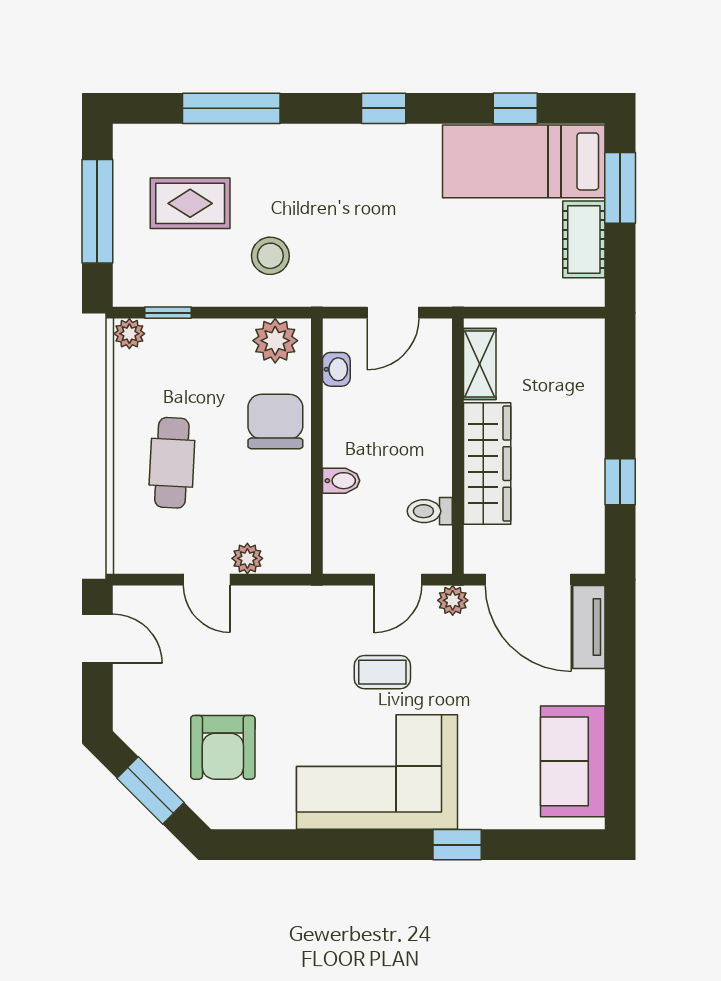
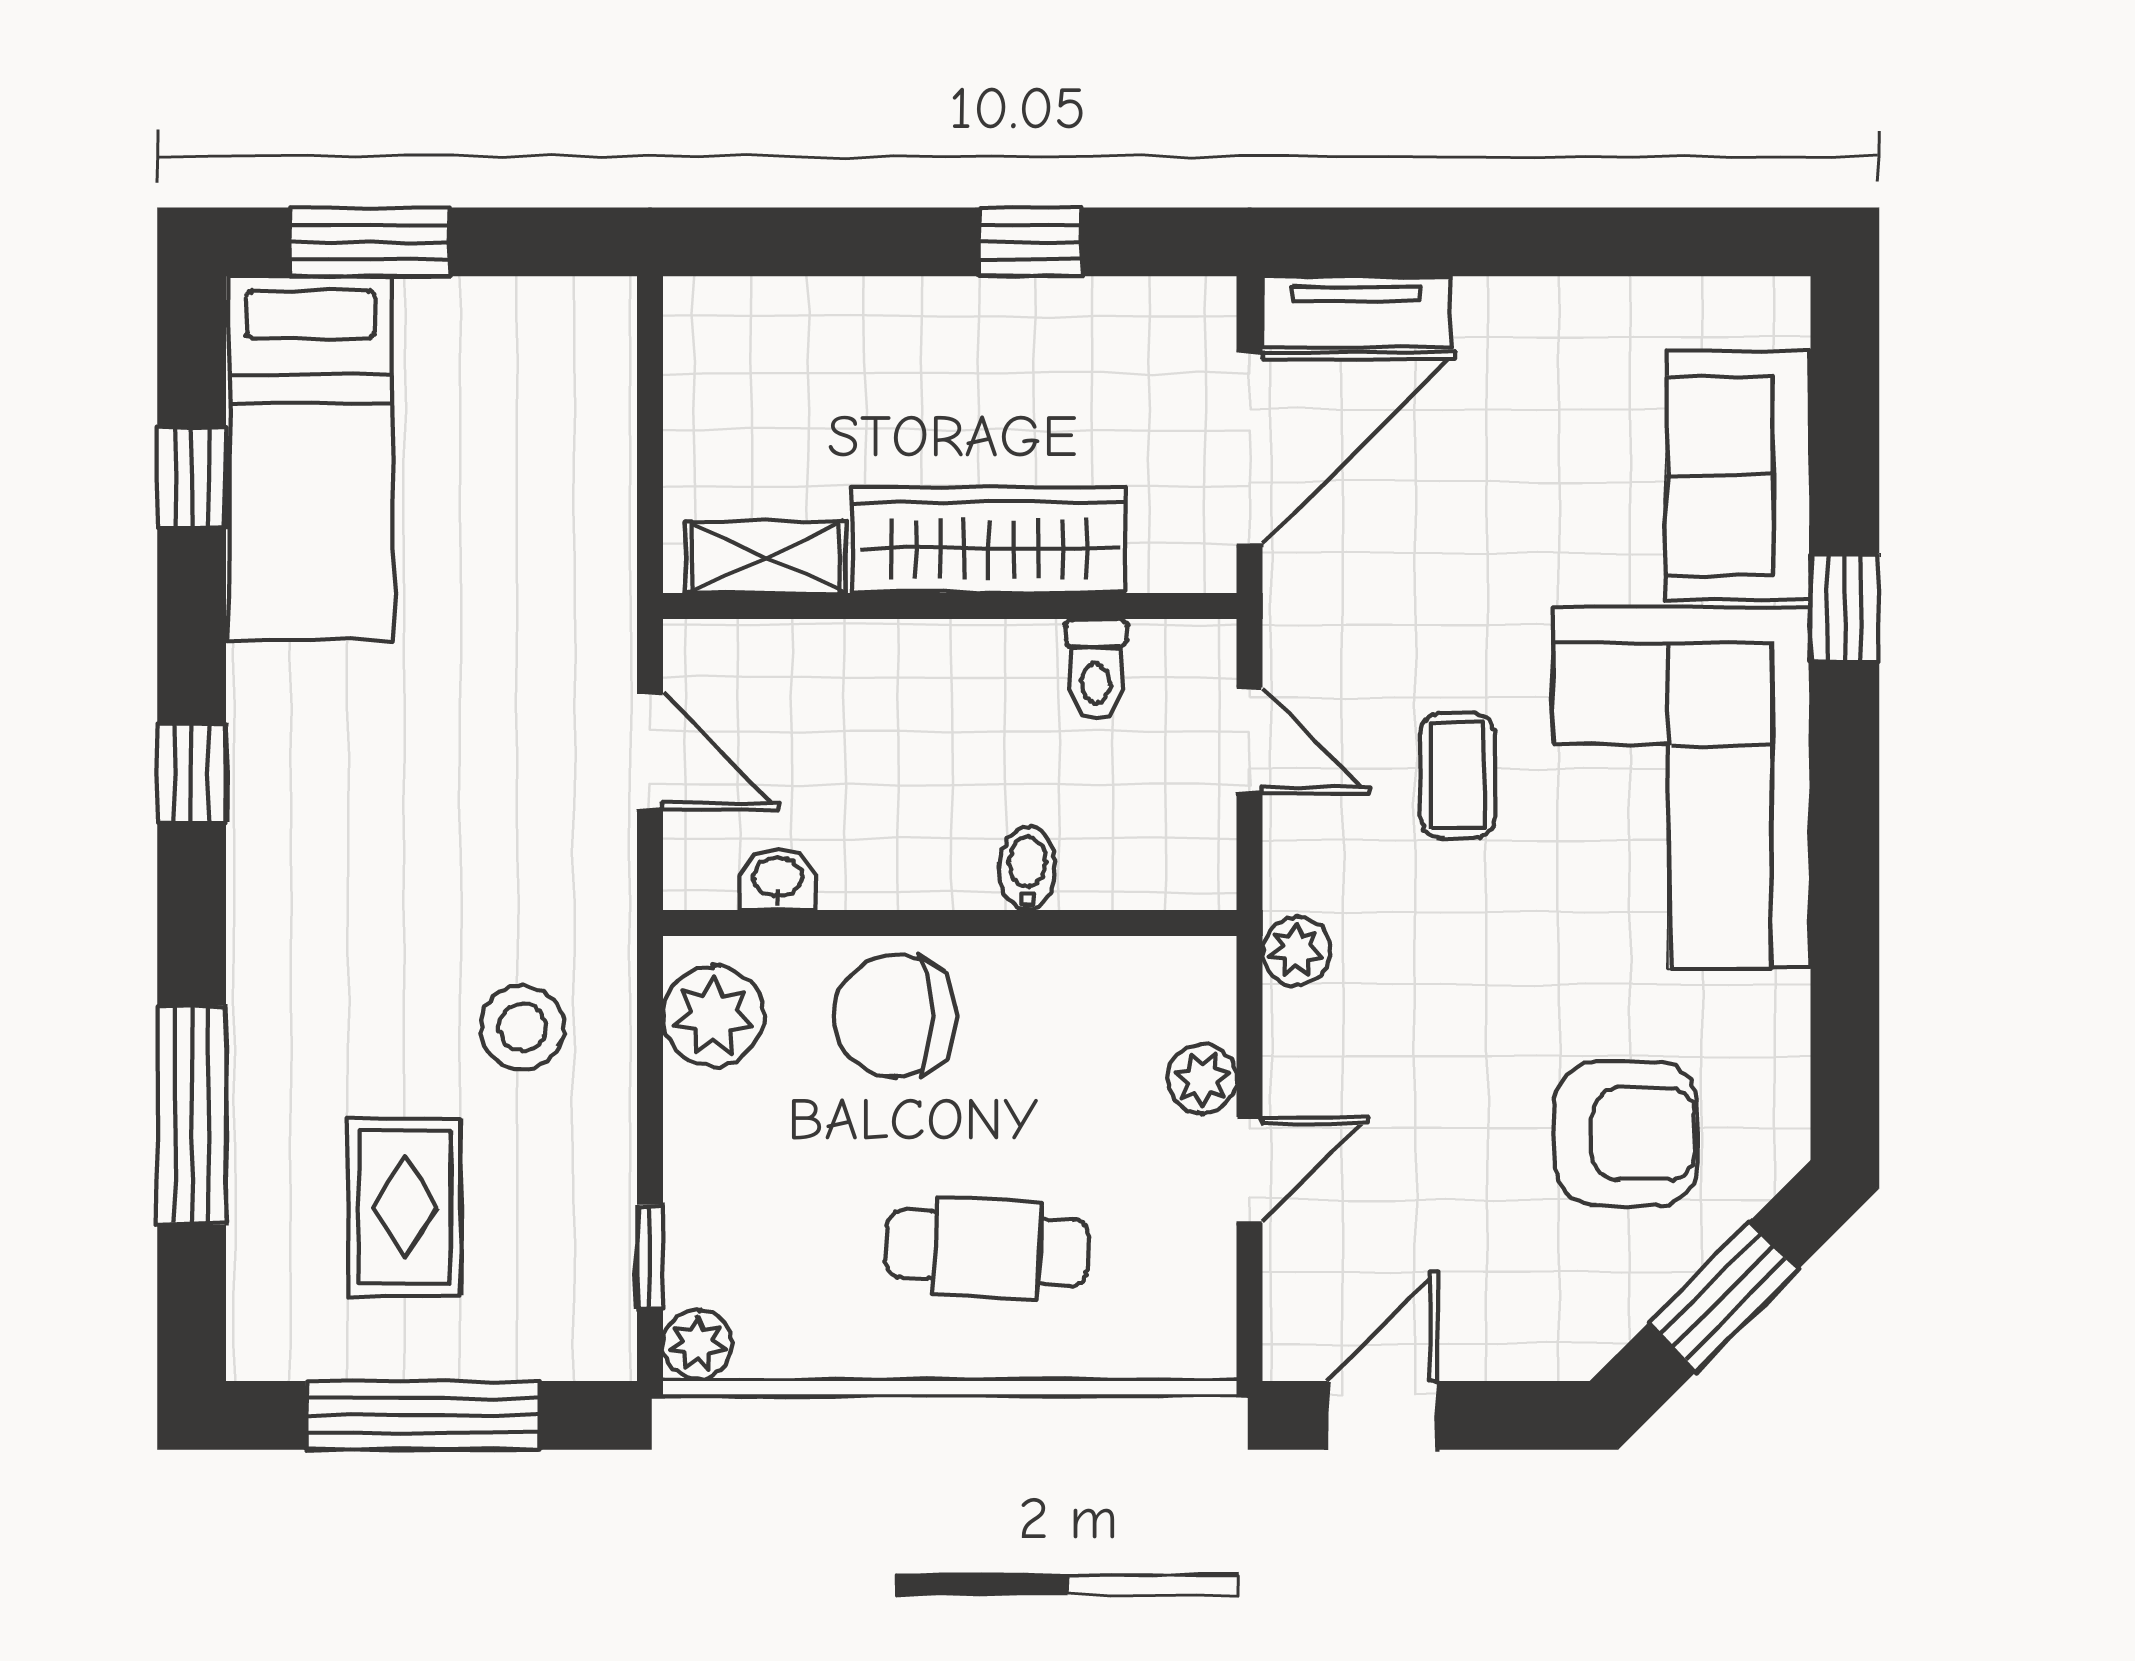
cot: (584, 239) -> (486, 323), removed
plant: (453, 600) -> (1296, 951), moved
sofa: (573, 761) -> (1739, 475), moved, turned 90

